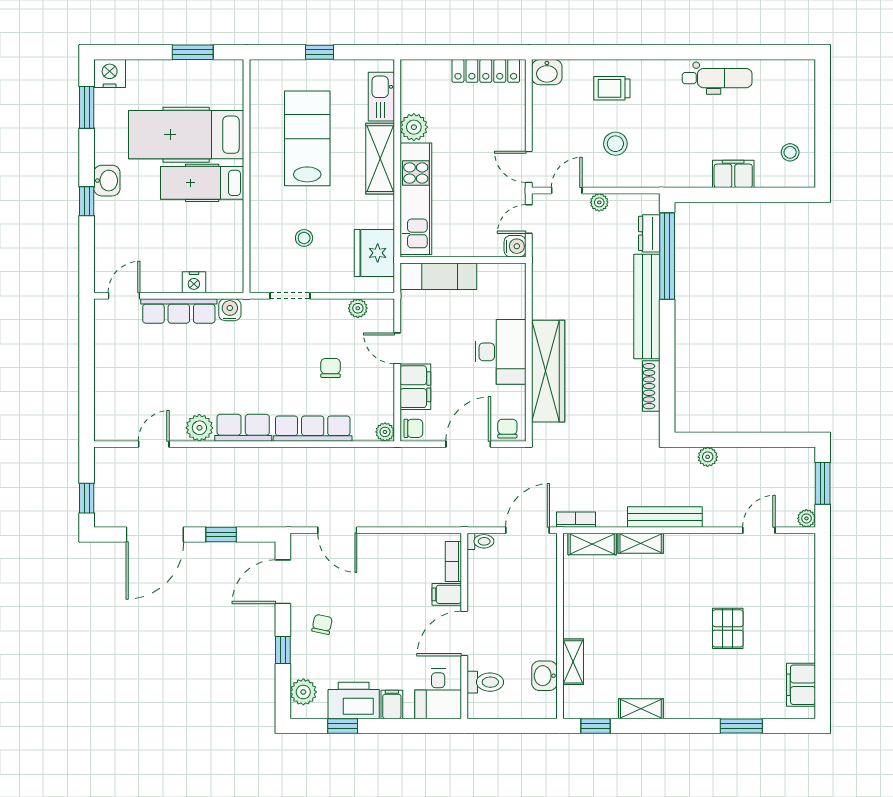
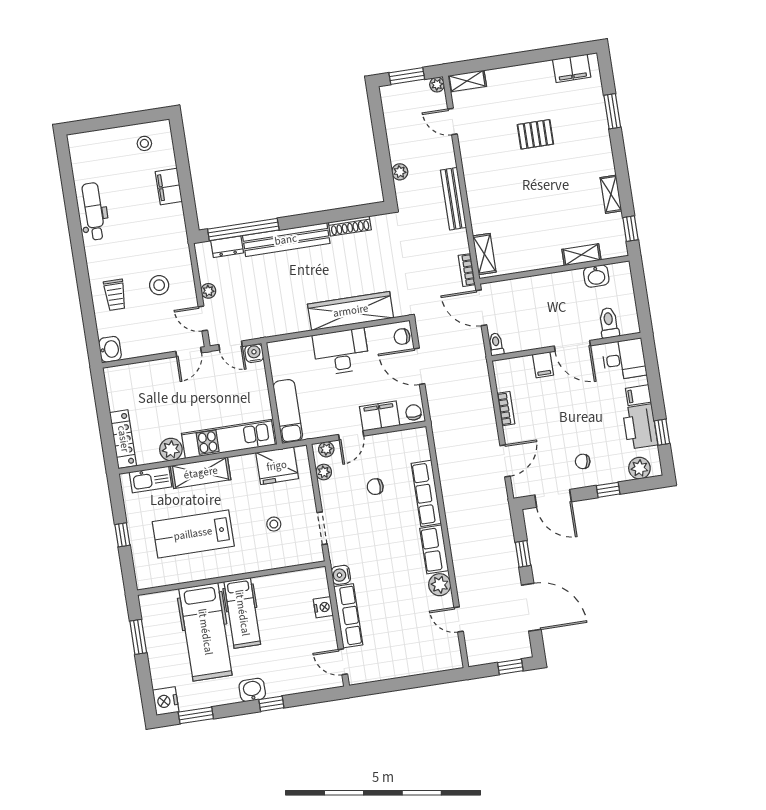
locker: (486, 71) -> (123, 439), moved
plant: (385, 432) -> (326, 449), moved
shelving: (641, 543) -> (467, 81), moved, turned 90
bookcase: (453, 561) -> (506, 409), moved, turned -90

